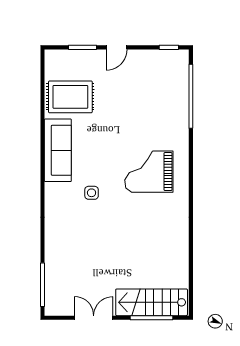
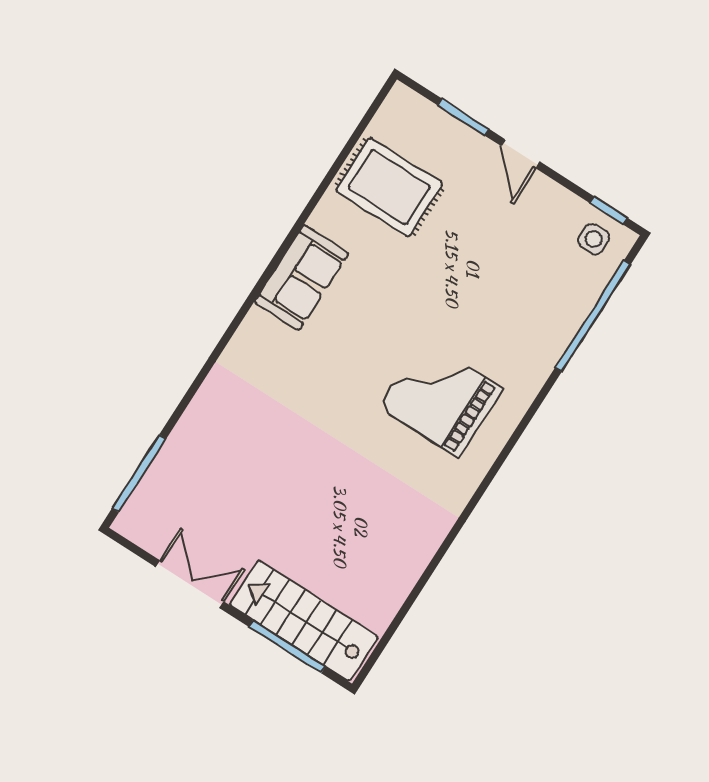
door: (116, 47) -> (520, 154), hinge flipped
sofa: (58, 150) -> (301, 278), width x0.73
side table: (92, 193) -> (594, 239), moved

